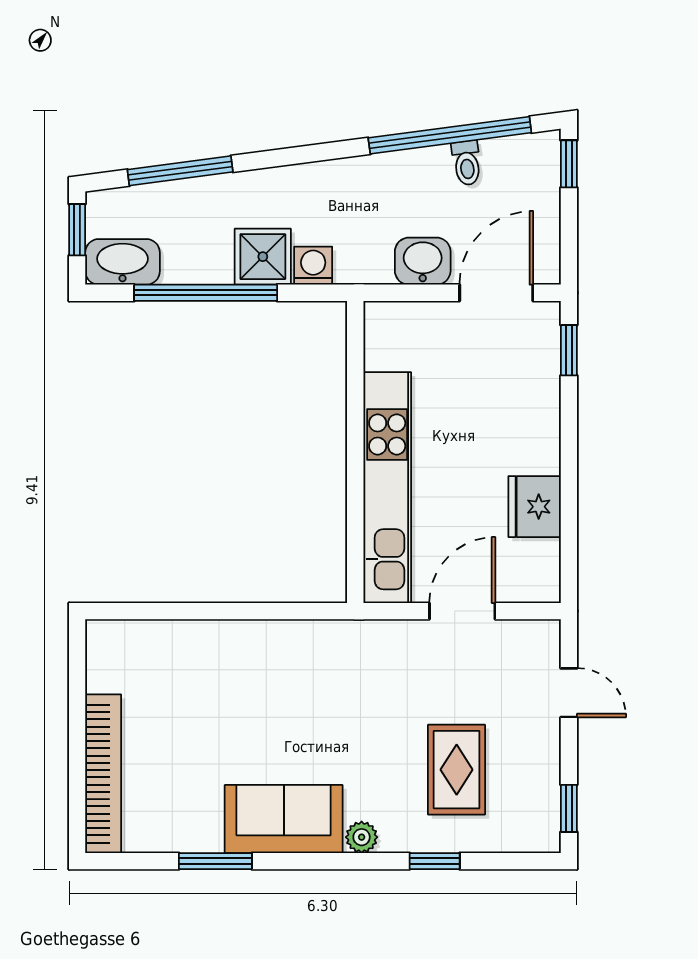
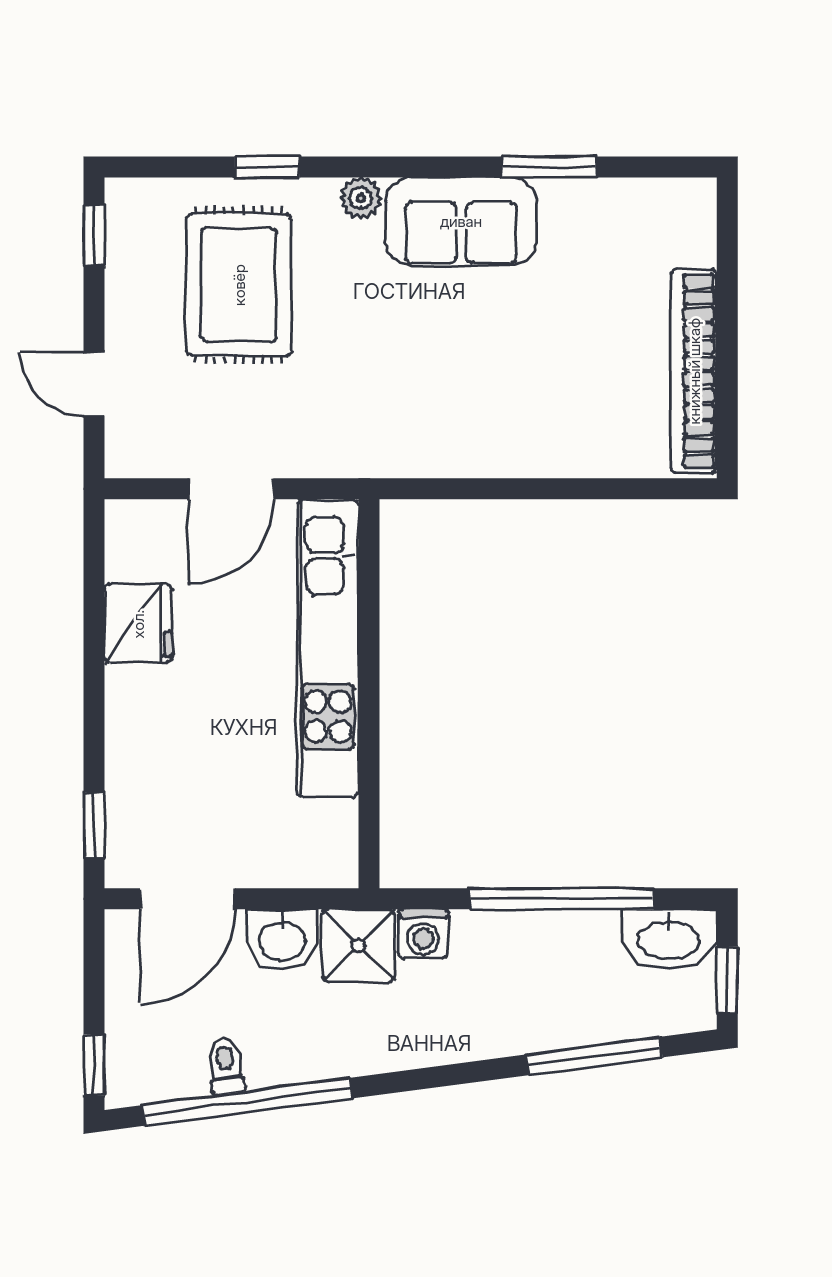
shower: (263, 257) -> (358, 945), moved
rug: (457, 770) -> (239, 285), width x1.36, depth x1.43
bookcase: (103, 774) -> (694, 371), moved

